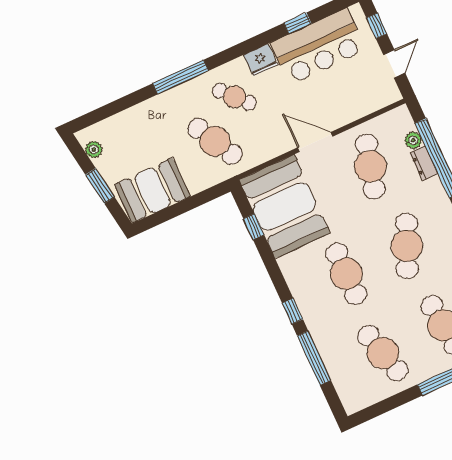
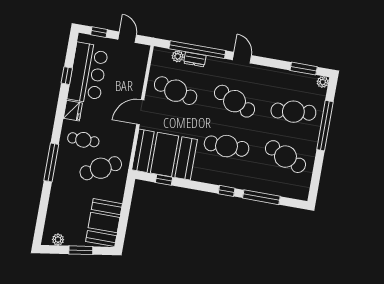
cafe table: (234, 97) -> (83, 140), turned 43
cafe table: (383, 353) -> (285, 157), turned 39

